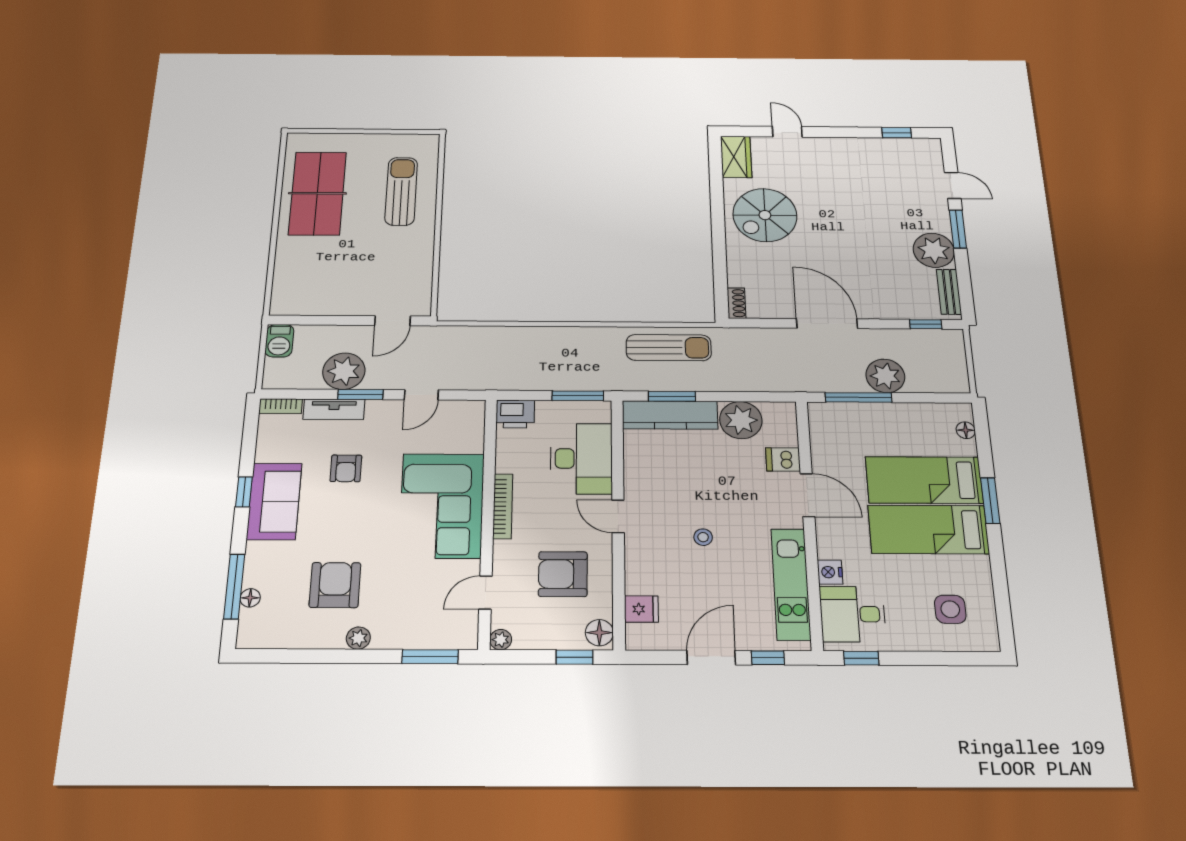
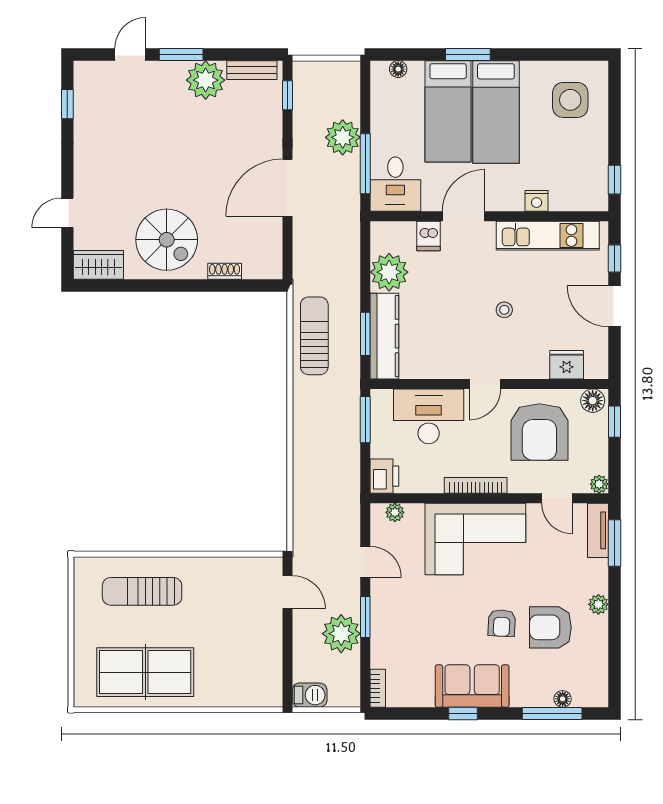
shoe rack: (736, 303) -> (225, 271), moved
tv unit: (334, 409) -> (598, 530), moved, turned 180
plant: (475, 424) -> (395, 512), added
armchair: (346, 468) -> (502, 623), moved, turned 93
armchair: (563, 574) -> (539, 432), width x1.36, depth x1.36
fridge: (641, 609) -> (567, 365), width x1.38
side table: (950, 609) -> (570, 100), width x1.37, depth x1.37
desk: (853, 614) -> (395, 184), moved

